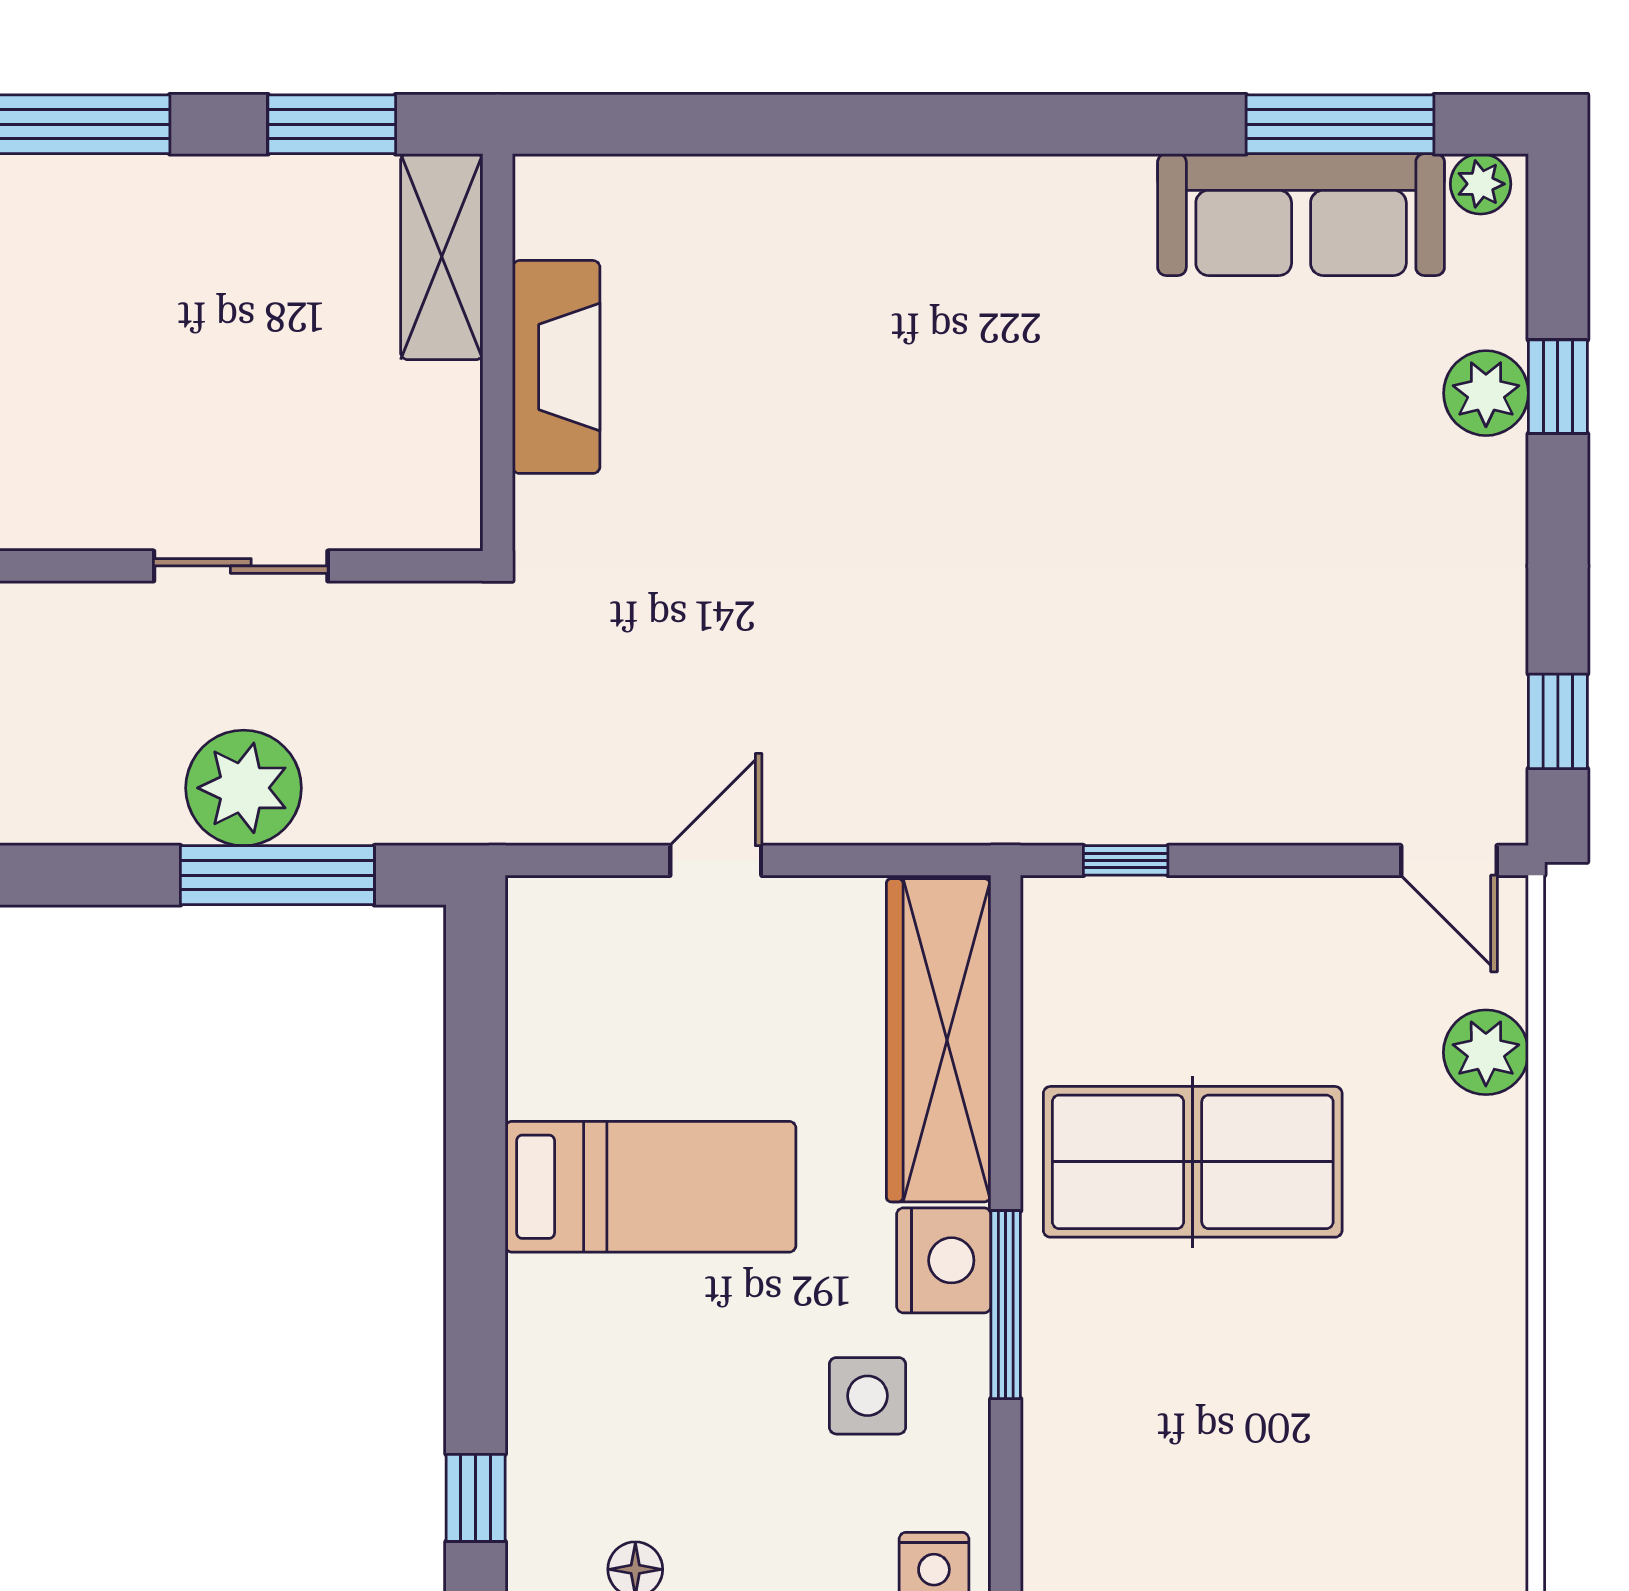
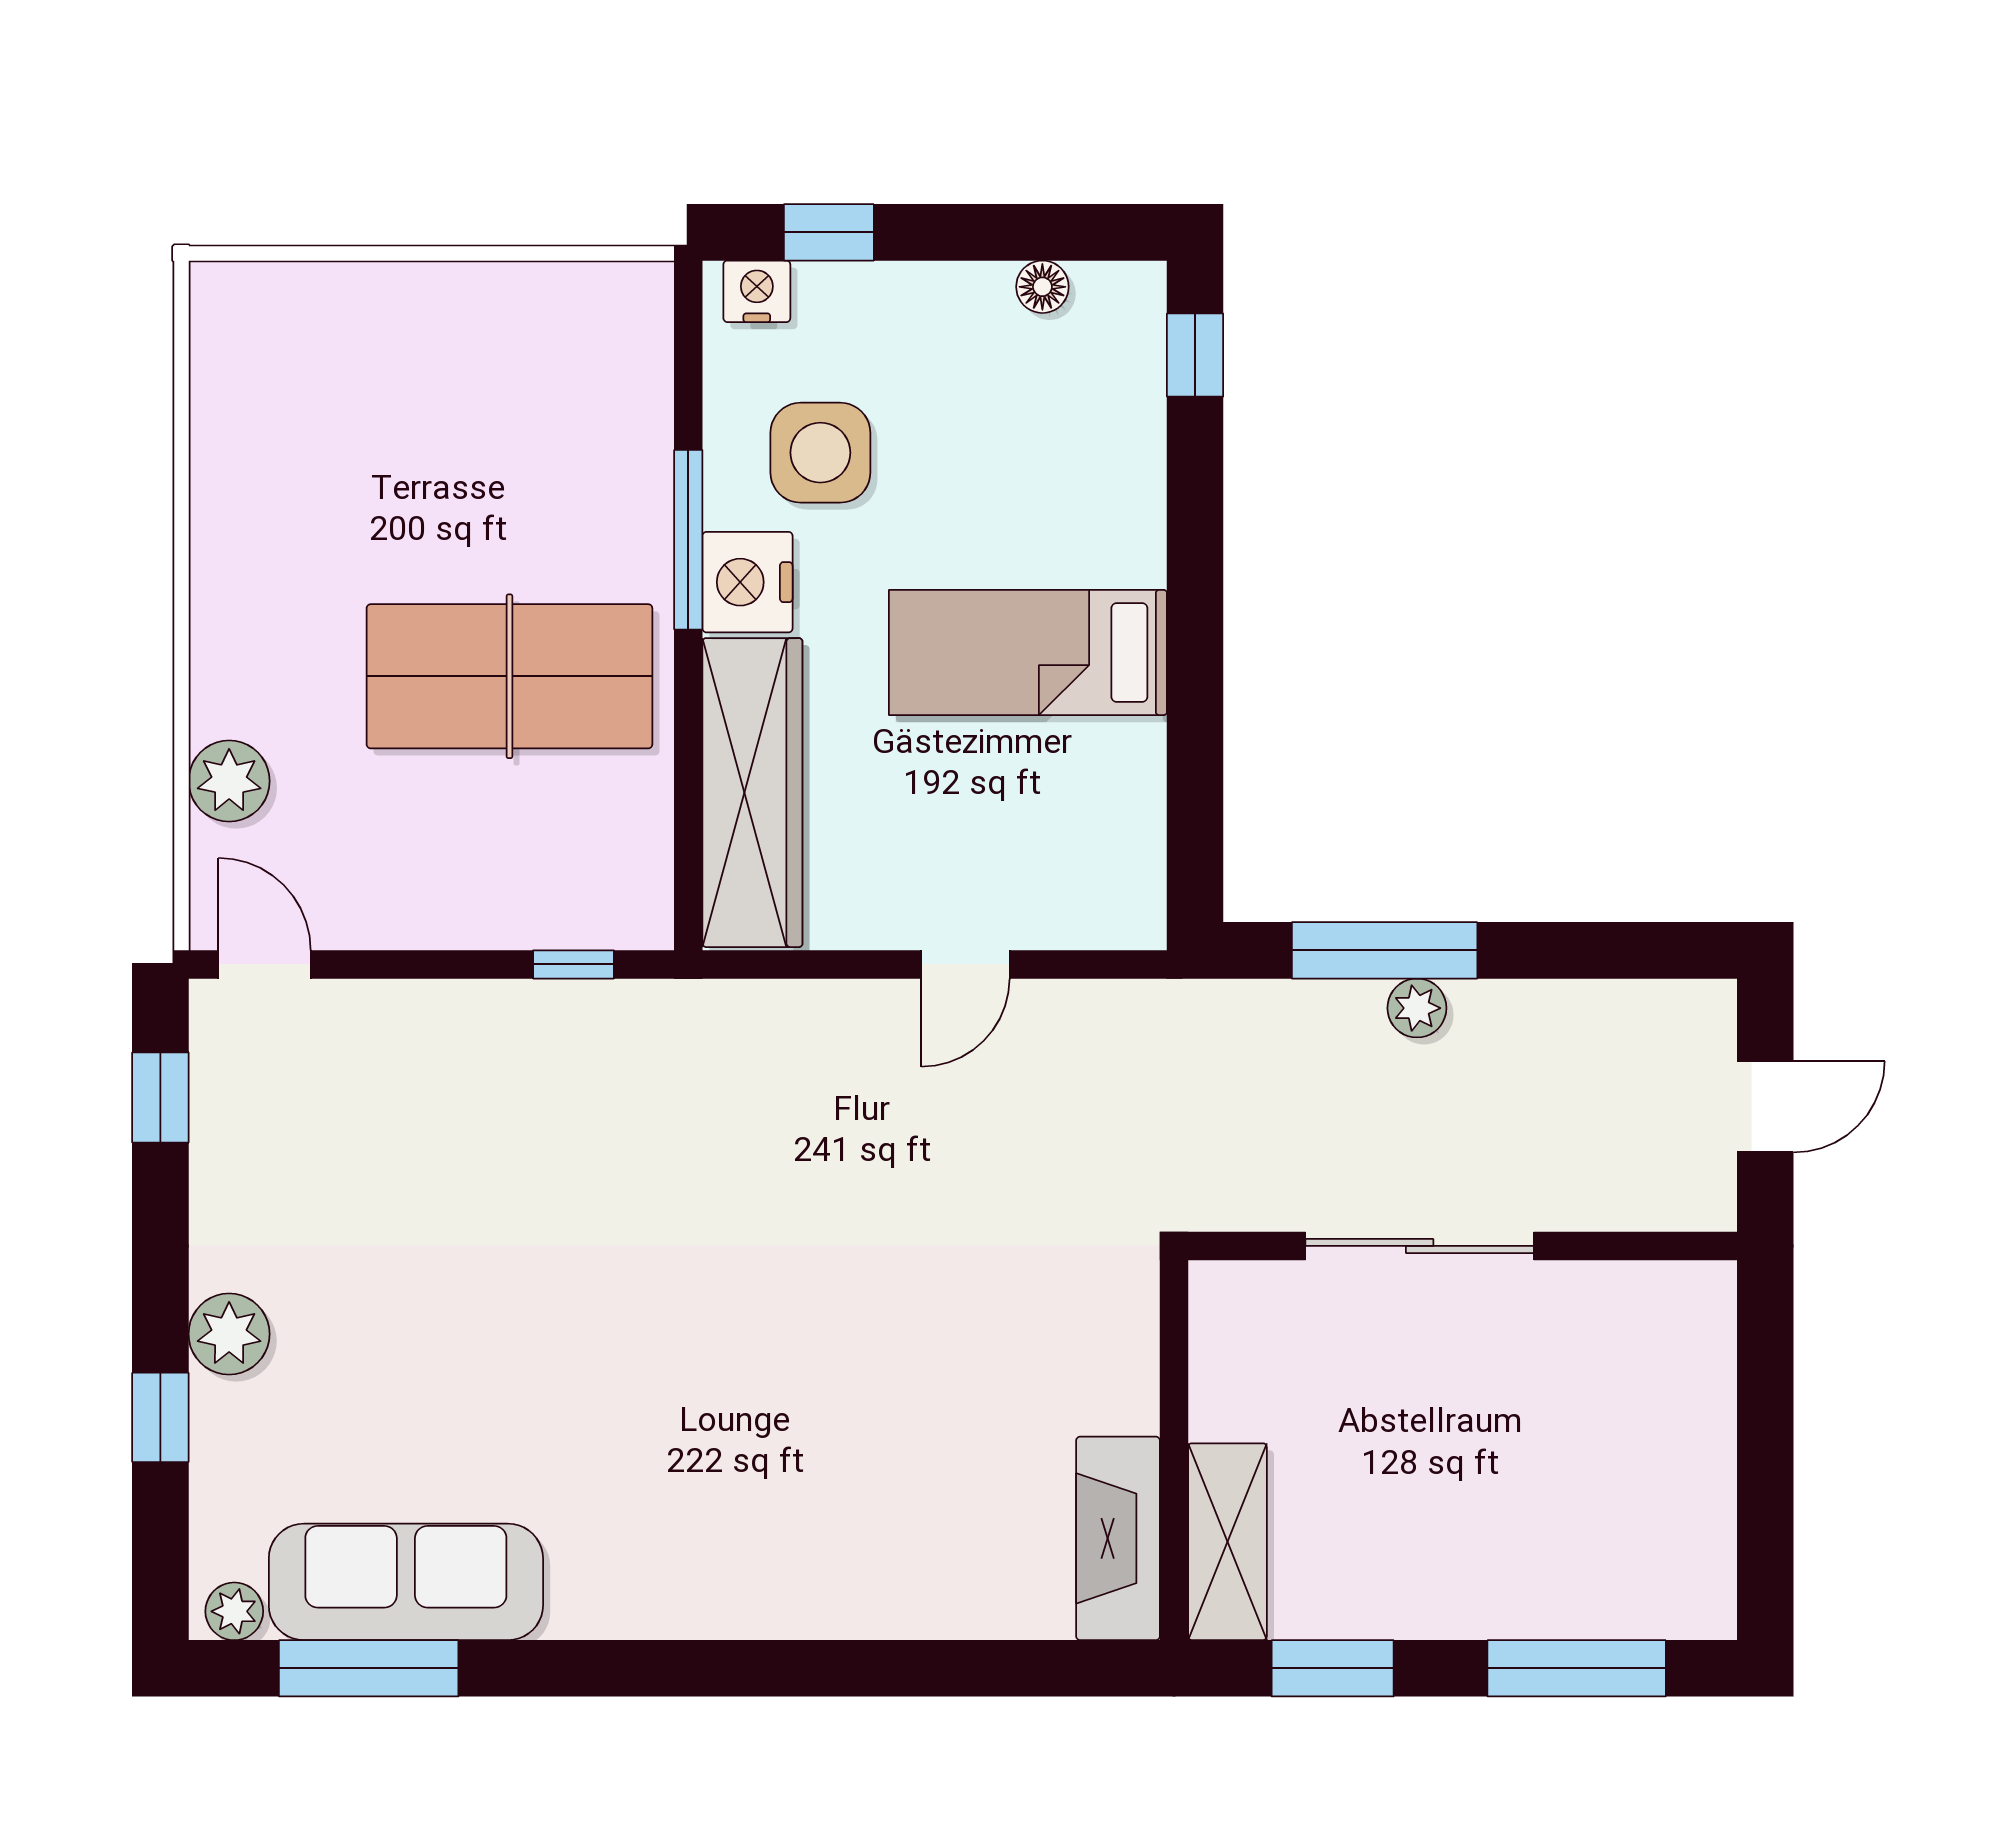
fireplace: (556, 367) -> (1118, 1538), moved
plant: (1486, 393) -> (229, 1334), moved
sliding door: (241, 566) -> (1420, 1246), width x1.37
plant: (244, 788) -> (1417, 1008), width x0.53, depth x0.53
side table: (868, 1396) -> (820, 453), width x1.37, depth x1.37

